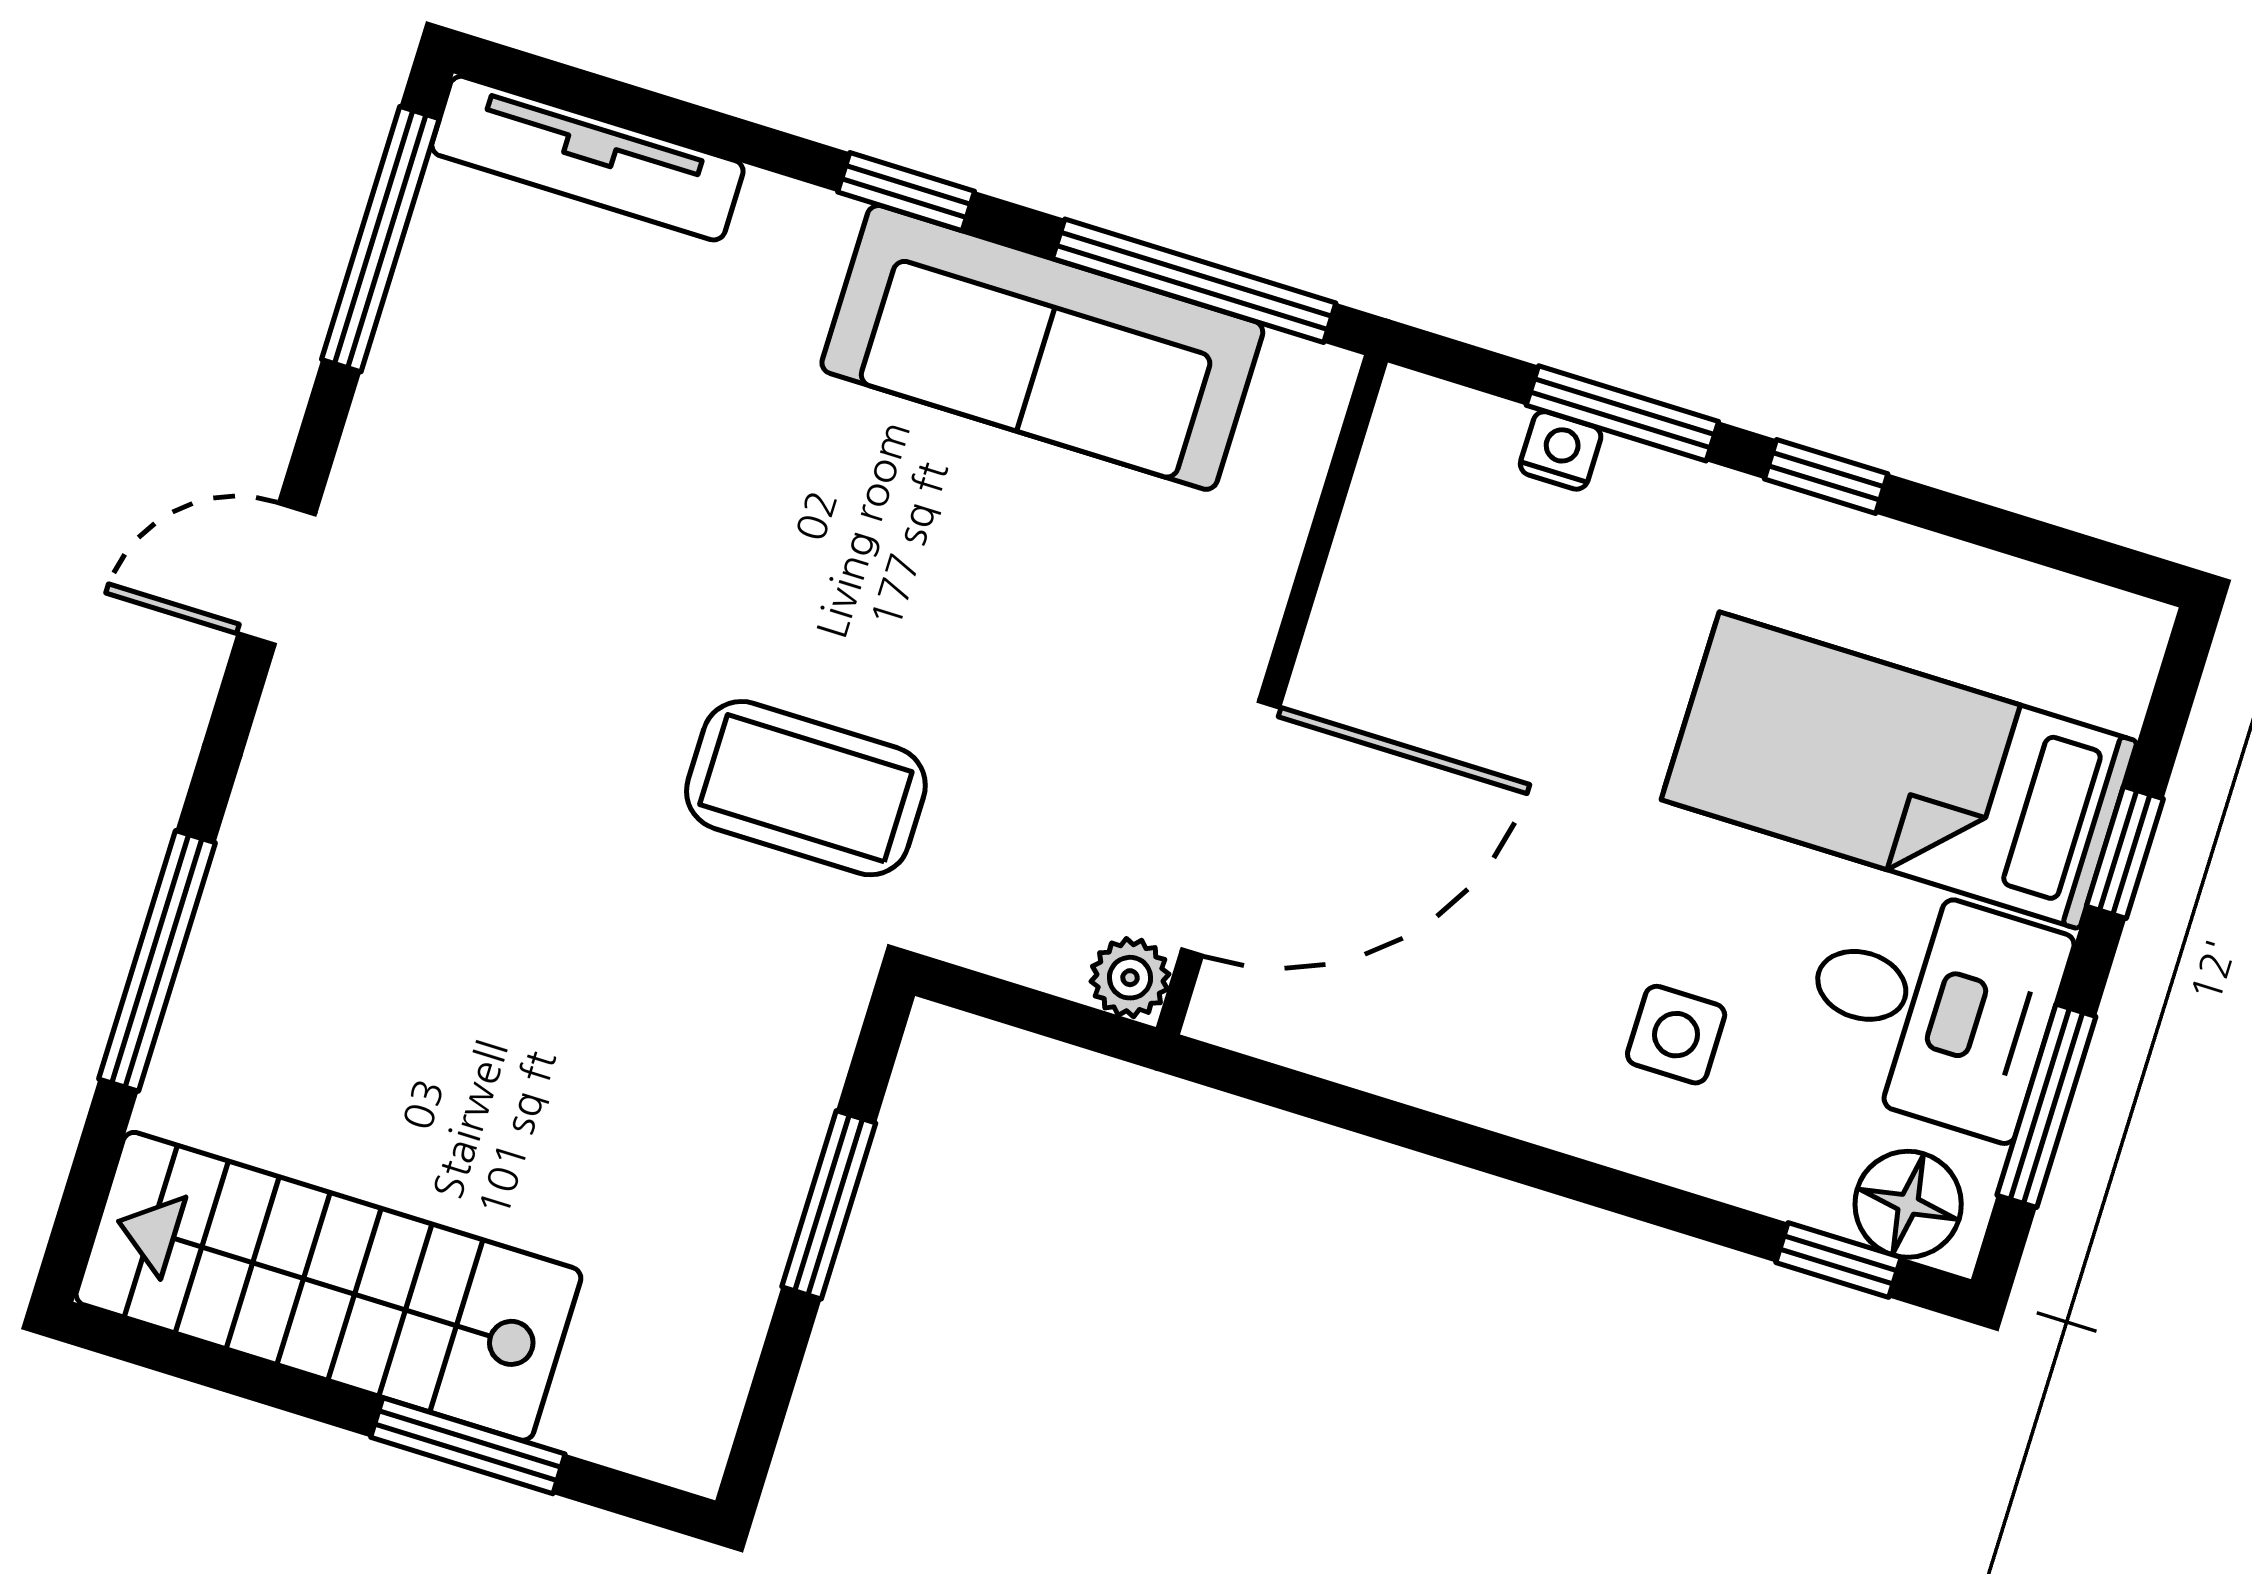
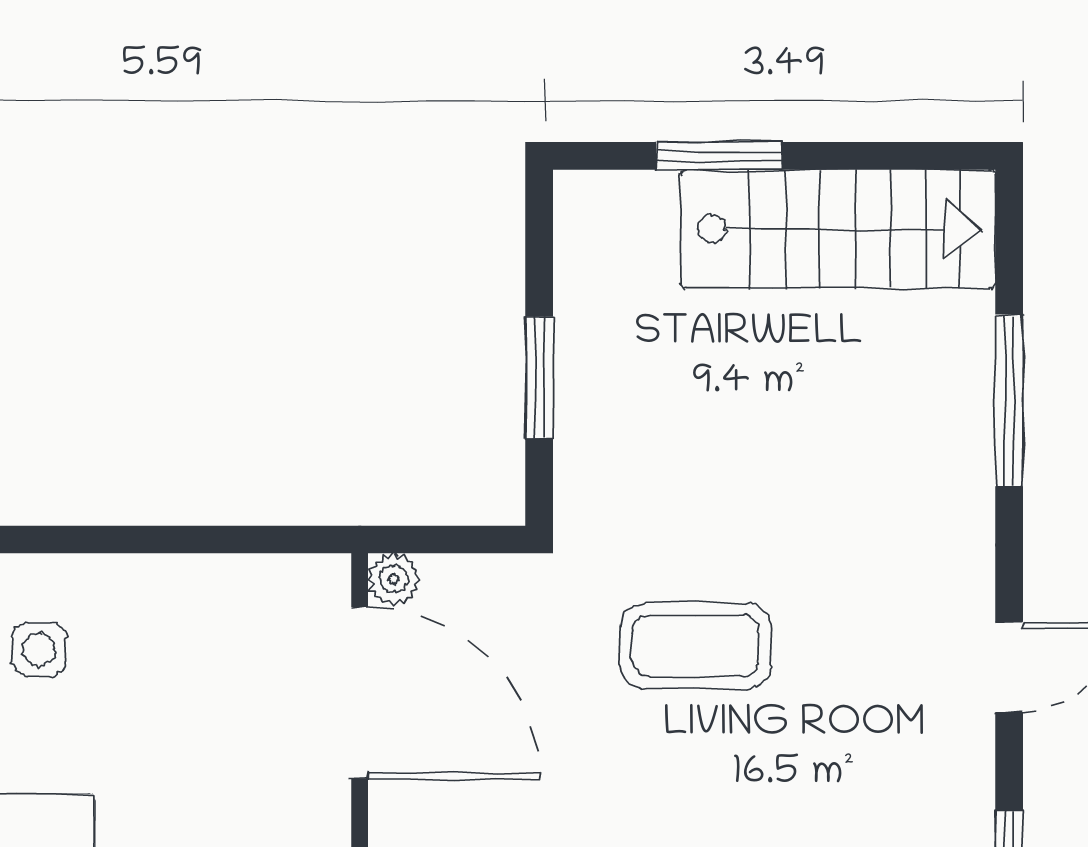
coffee table: (806, 788) -> (696, 646), moved
door: (1231, 828) -> (360, 693), swing flipped

